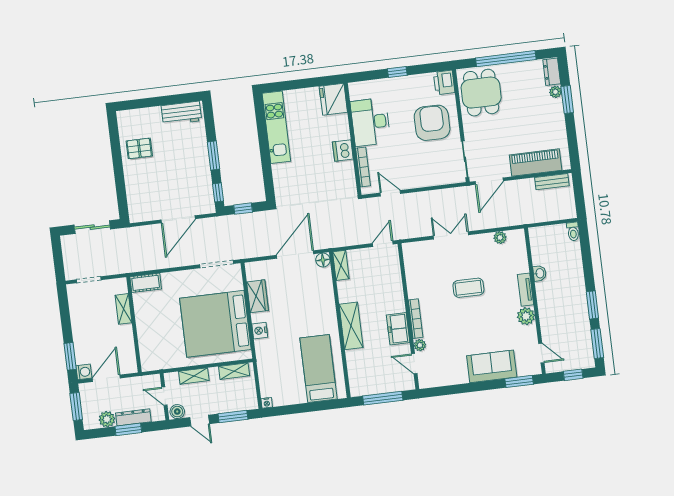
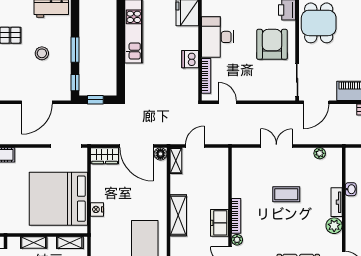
stool: (177, 164) -> (42, 53), added
door: (383, 244) -> (195, 146), moved
door: (295, 254) -> (137, 146), swing flipped
wardrobe: (258, 296) -> (105, 156), moved, turned 90

